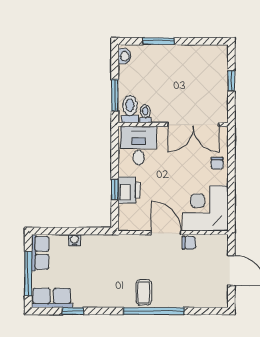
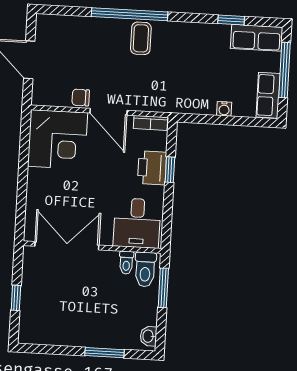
chair: (217, 163) -> (40, 195), removed
bookcase: (132, 226) -> (150, 123), added

